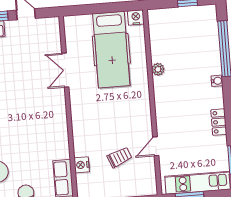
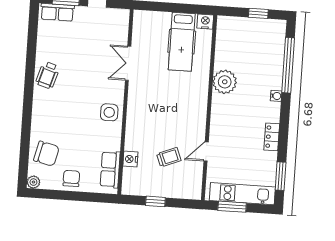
hospital bed: (111, 50) -> (182, 42), width x0.73, depth x0.78
plant: (158, 69) -> (225, 82), width x1.87, depth x1.87
side table: (54, 122) -> (109, 112), added

